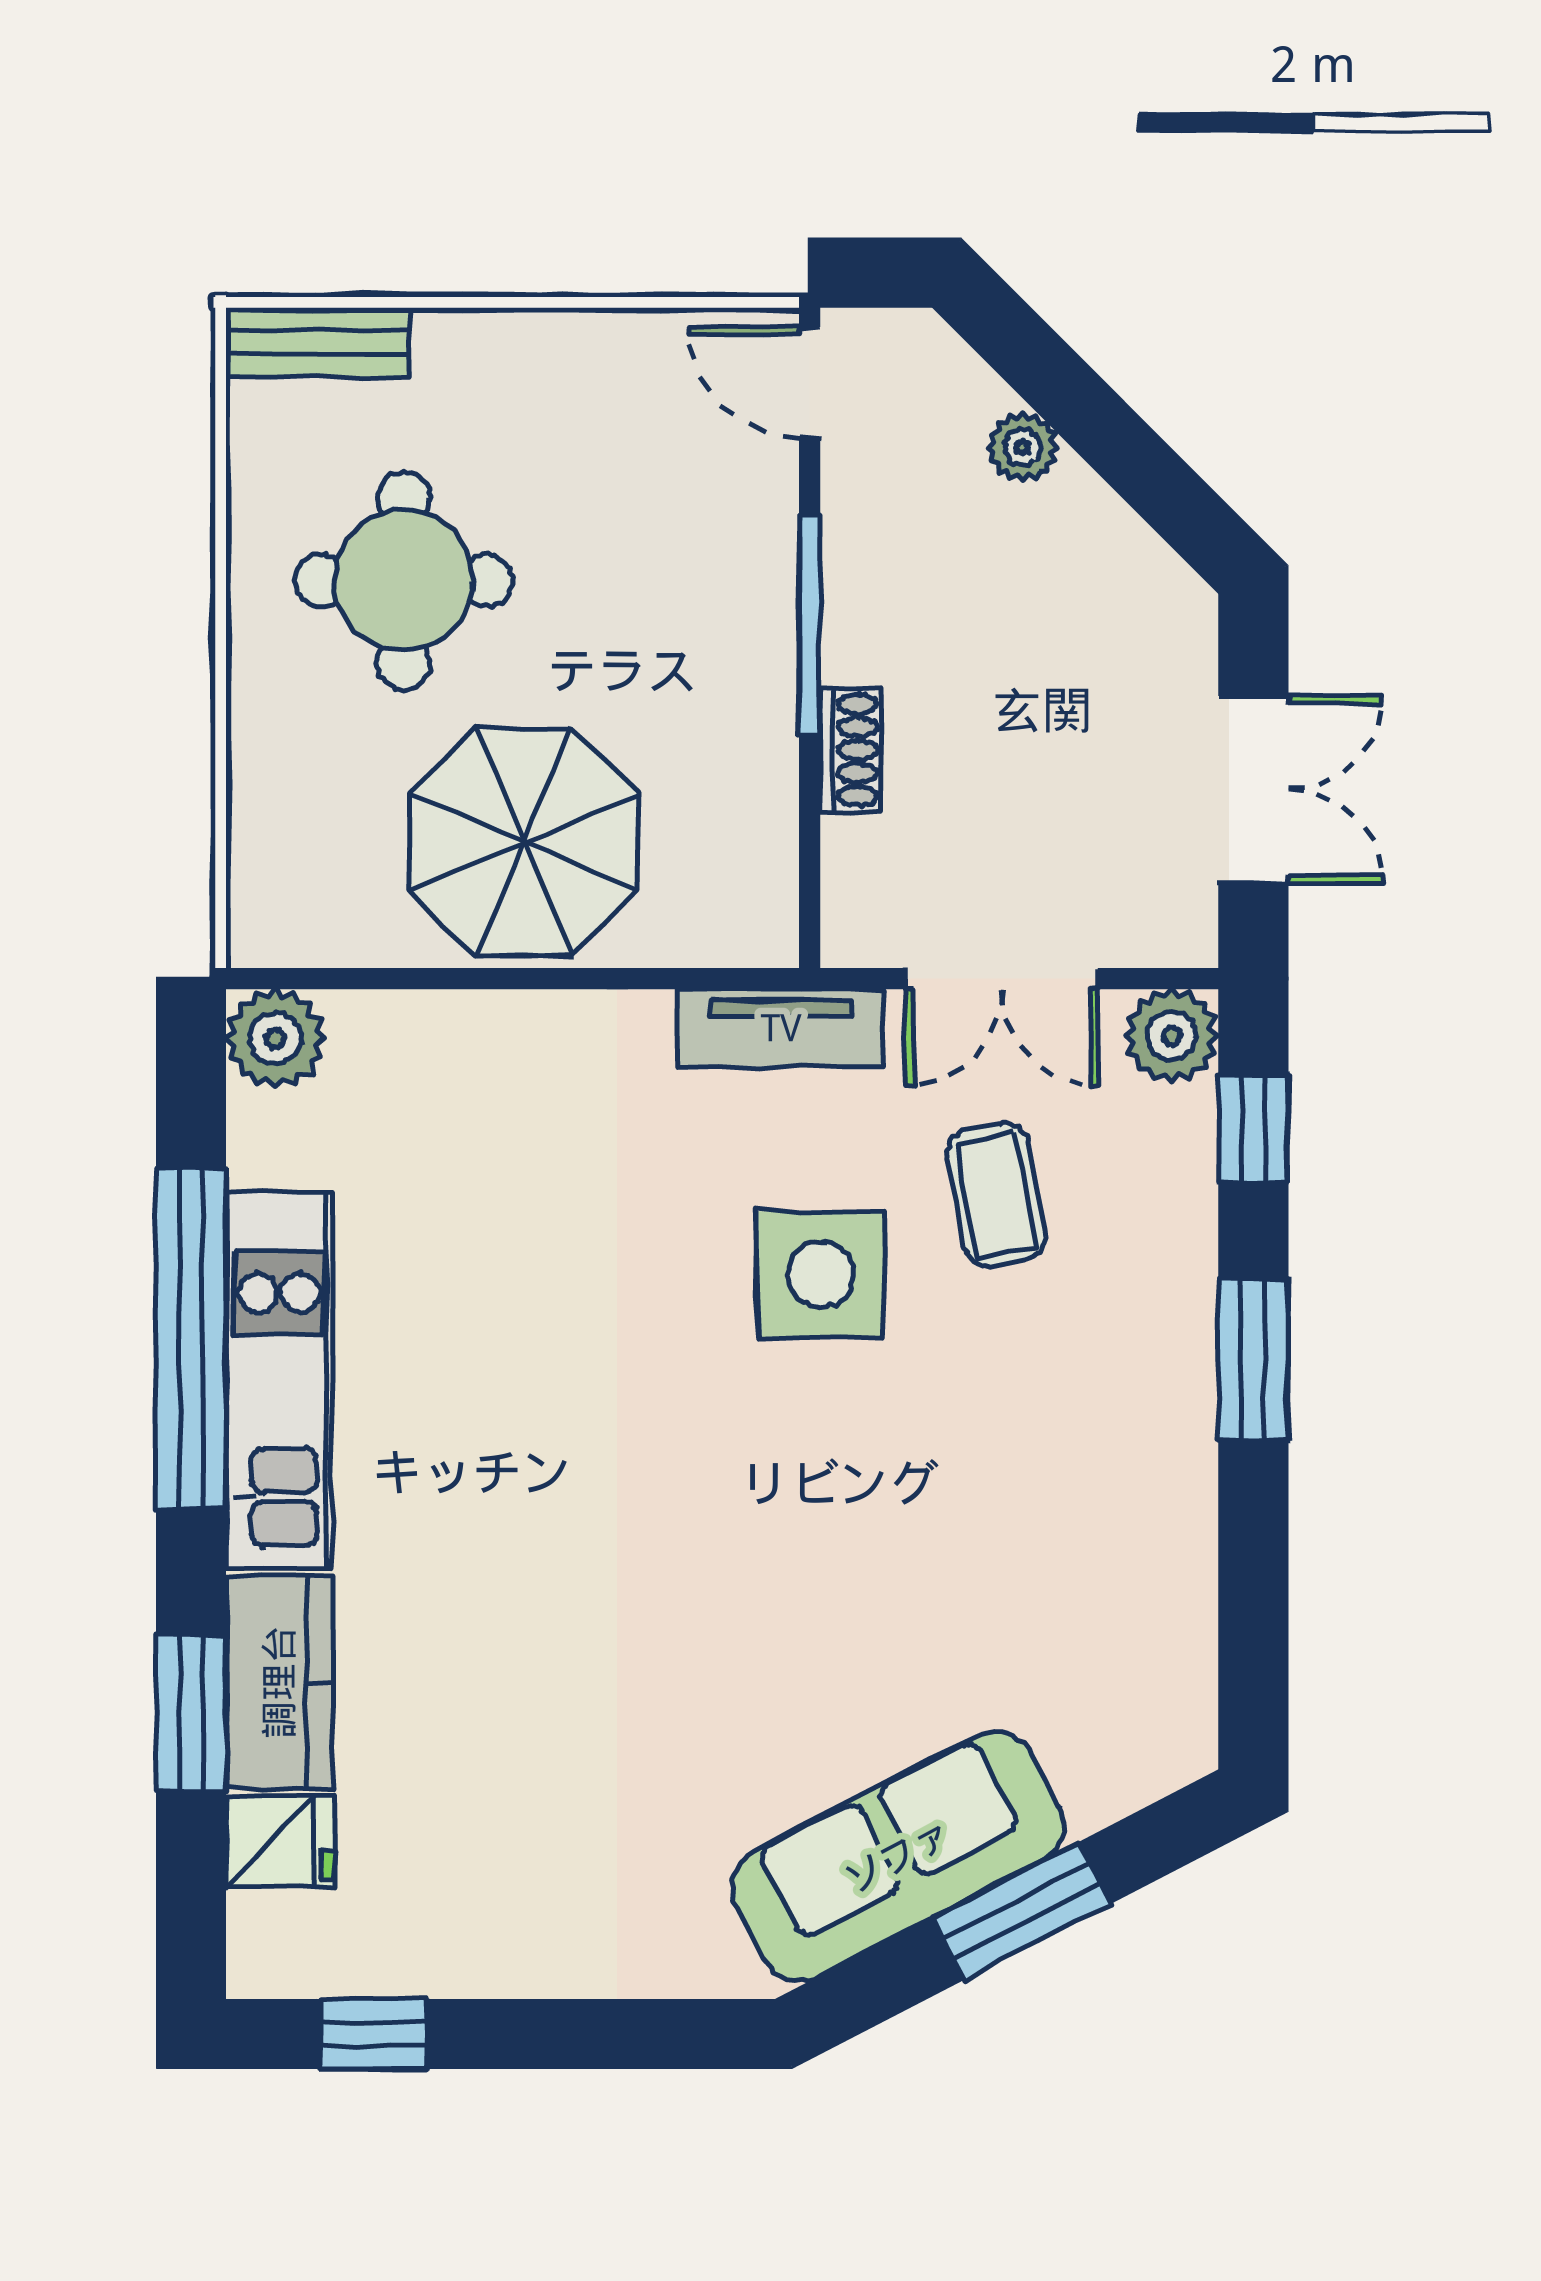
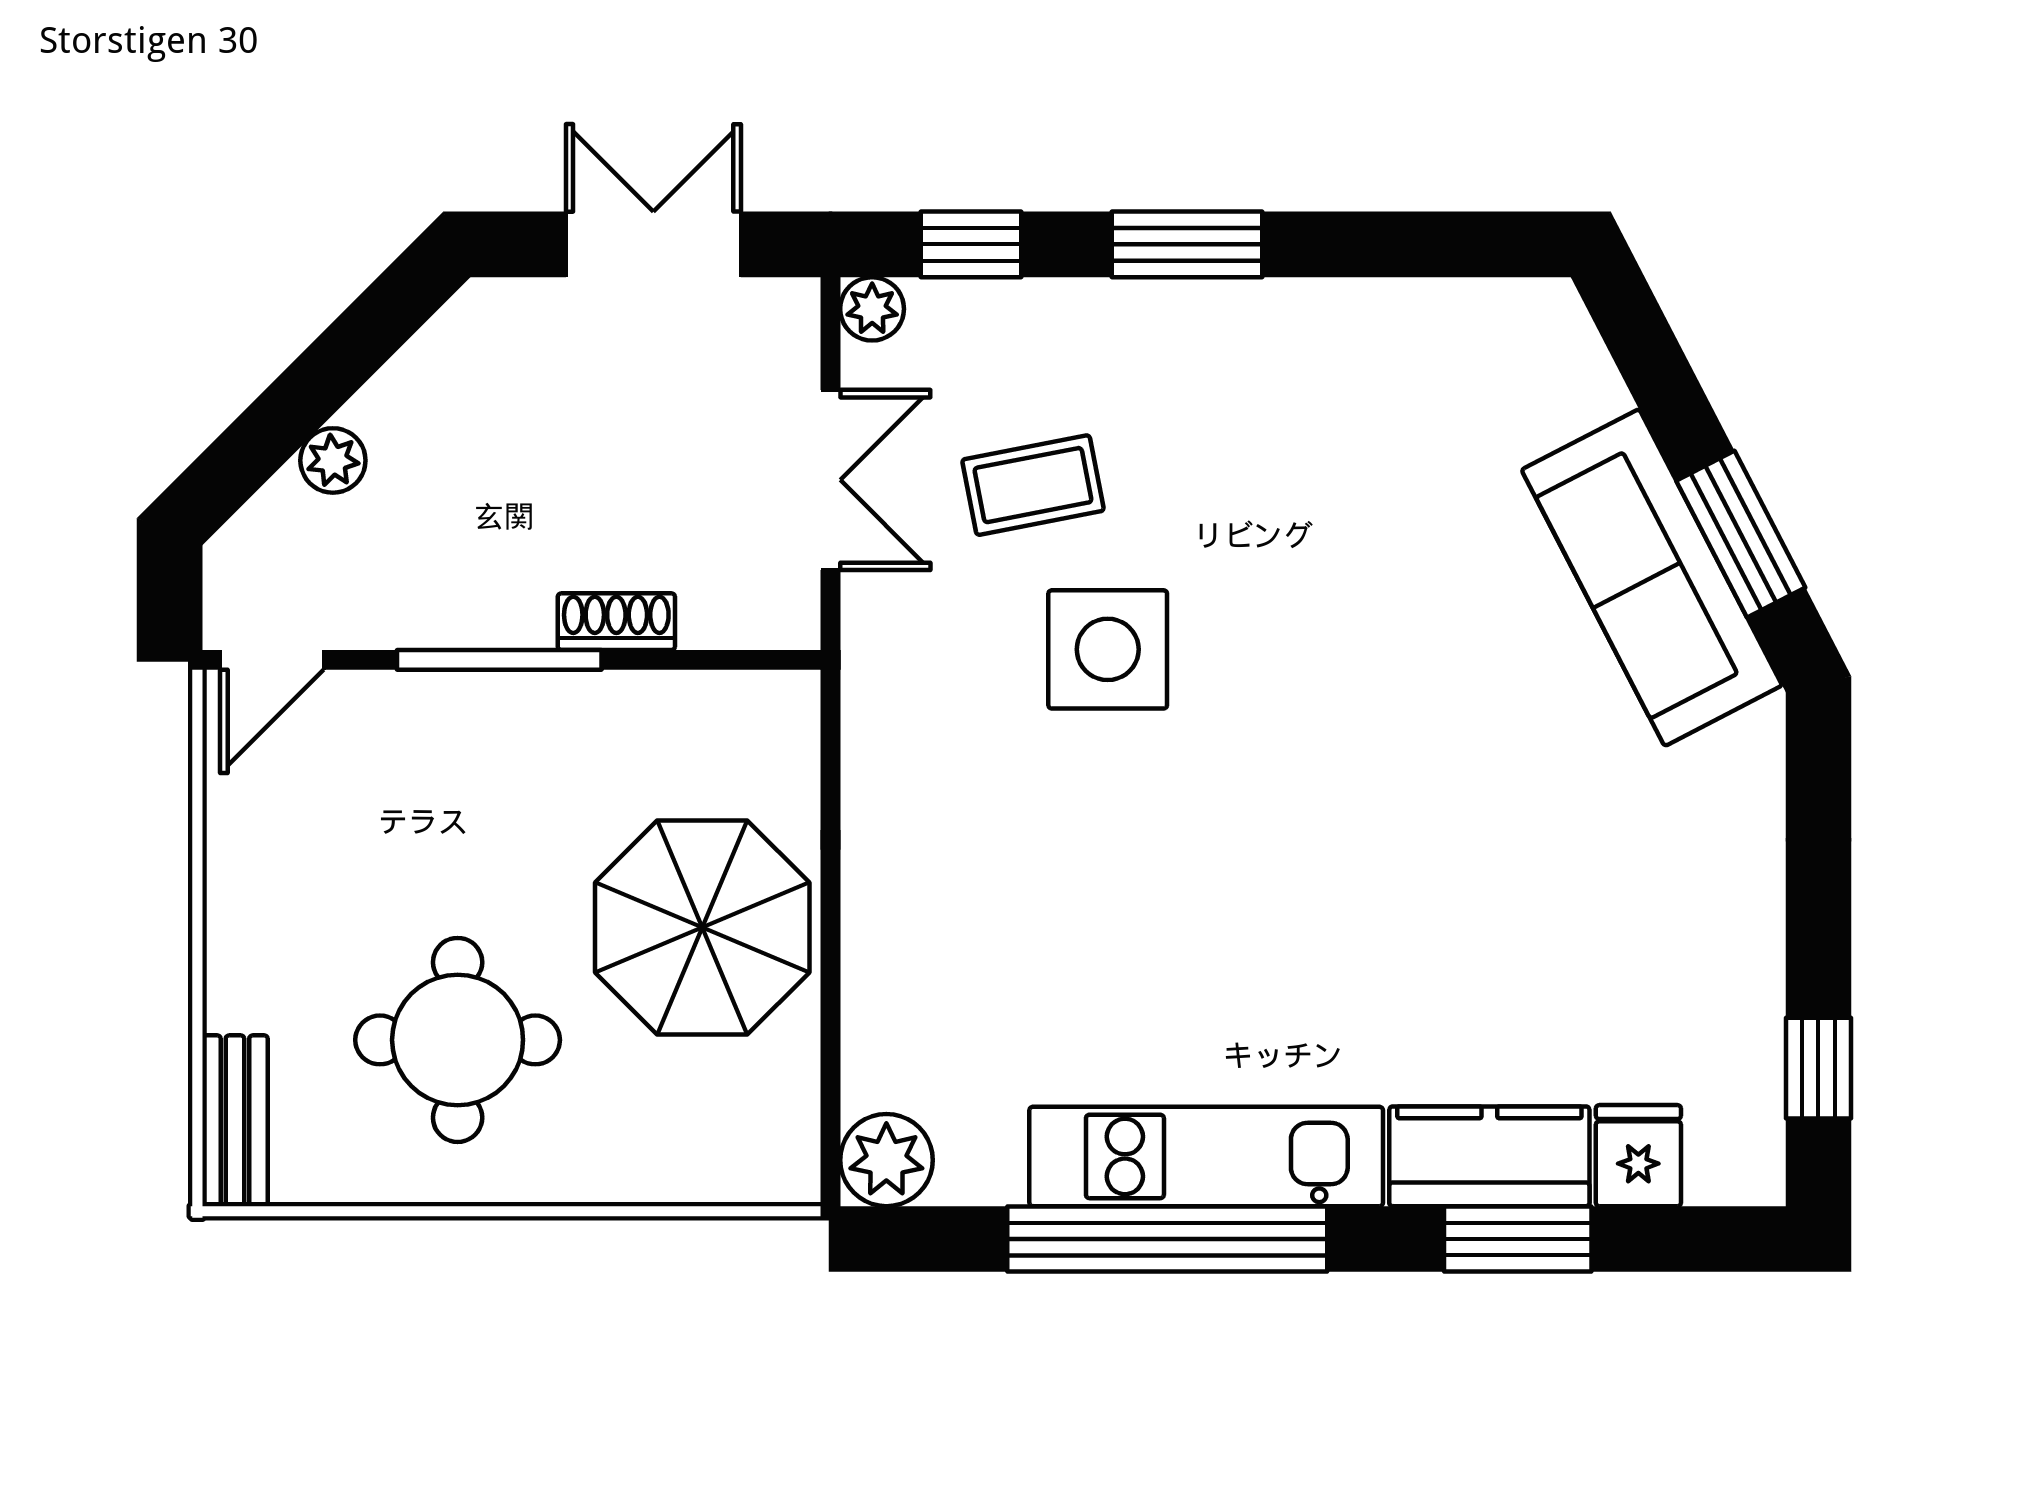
tv unit: (781, 1028) -> (877, 687), removed
plant: (1172, 1036) -> (872, 309), width x0.73, depth x0.73
window: (1022, 1911) -> (1741, 534), moved

